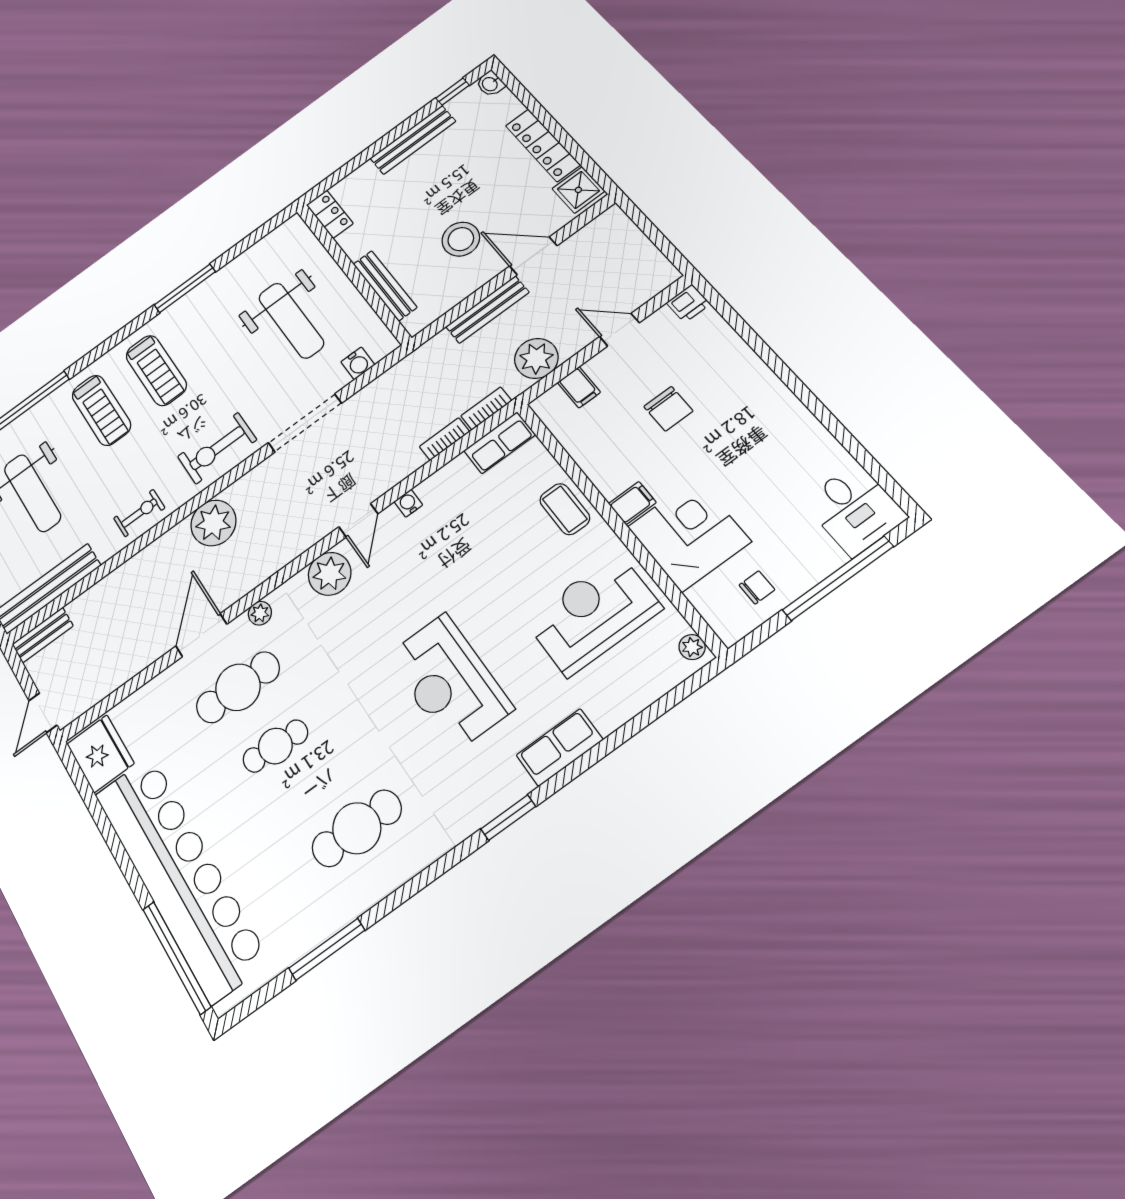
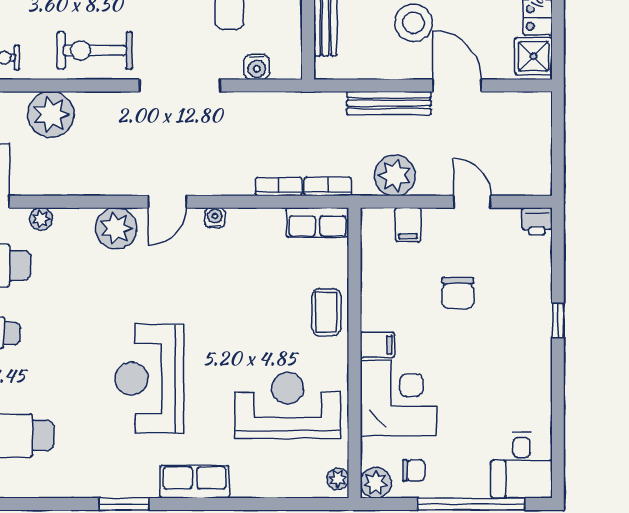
window: (777, 365) -> (558, 320), added
plant: (731, 625) -> (376, 483), added

